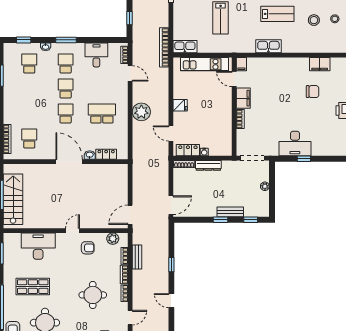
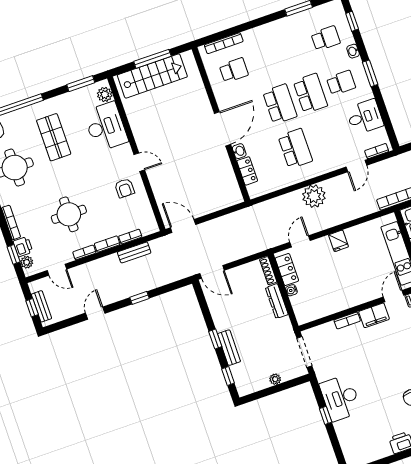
school desk: (66, 89) -> (310, 93), width x1.85
school desk: (66, 114) -> (280, 104), width x1.85
plant: (113, 239) -> (105, 94), moved

